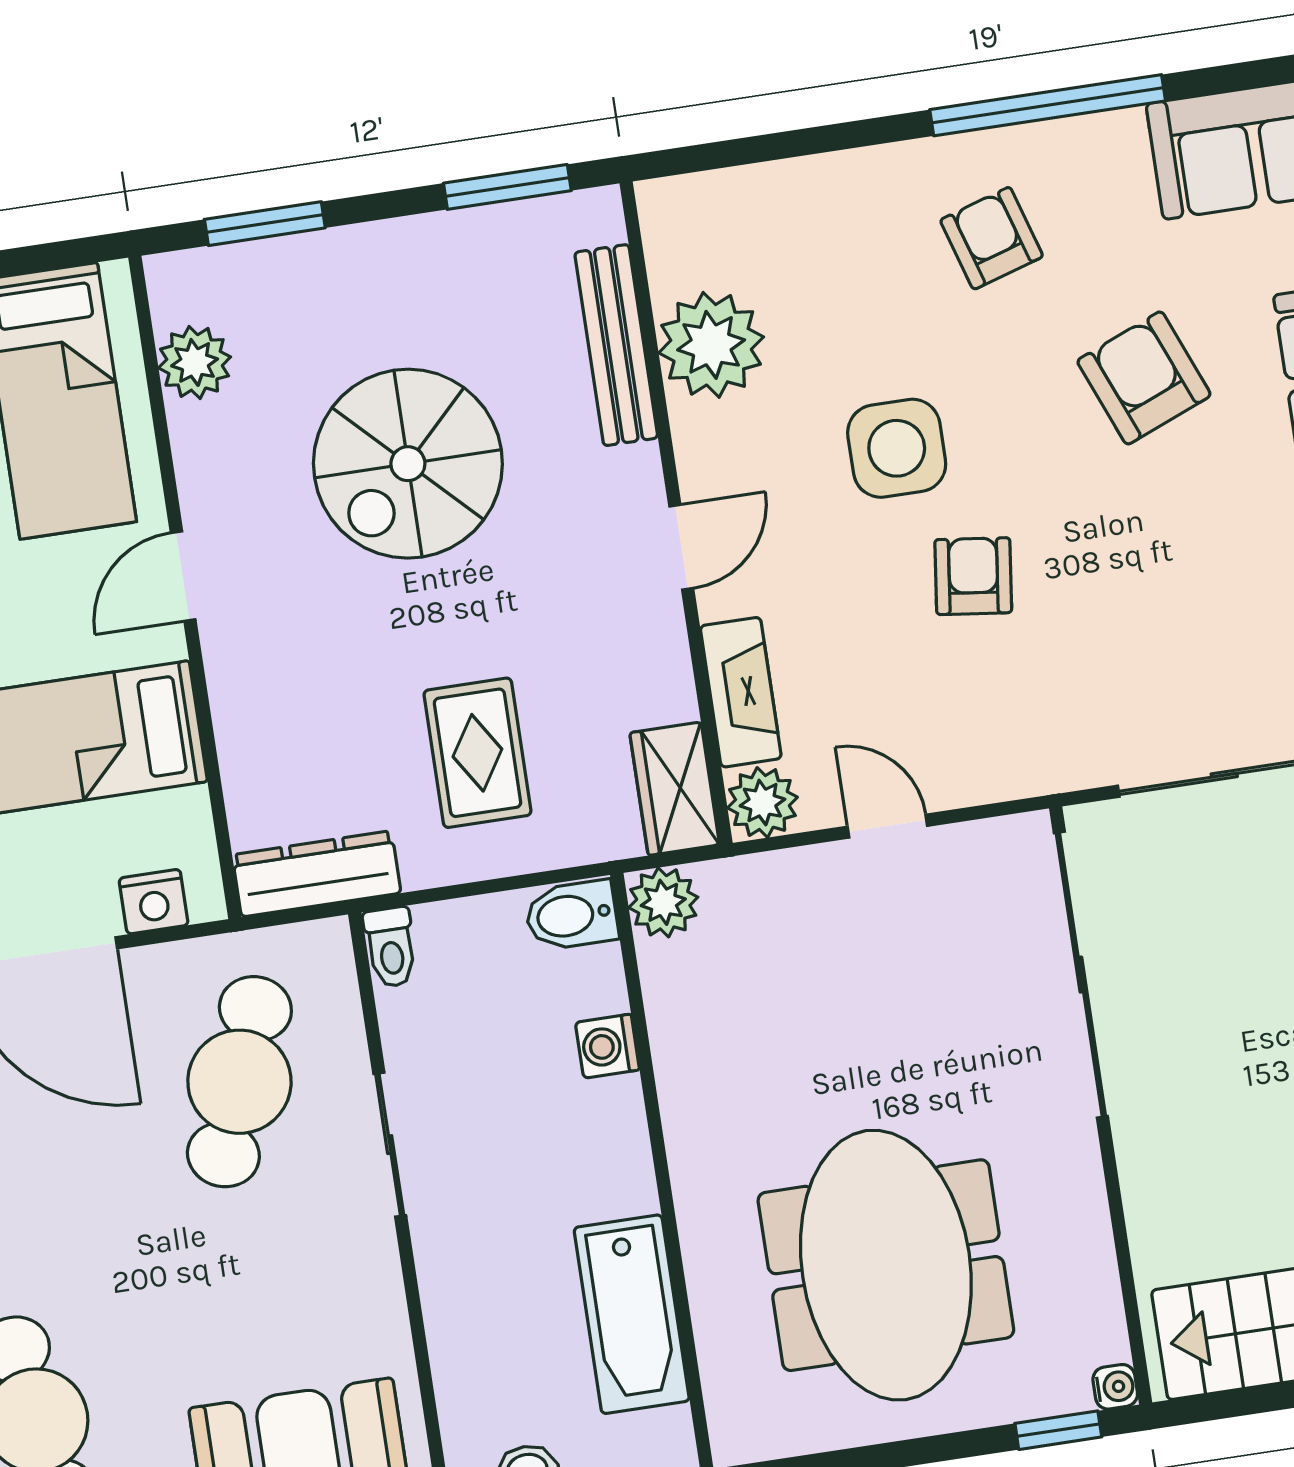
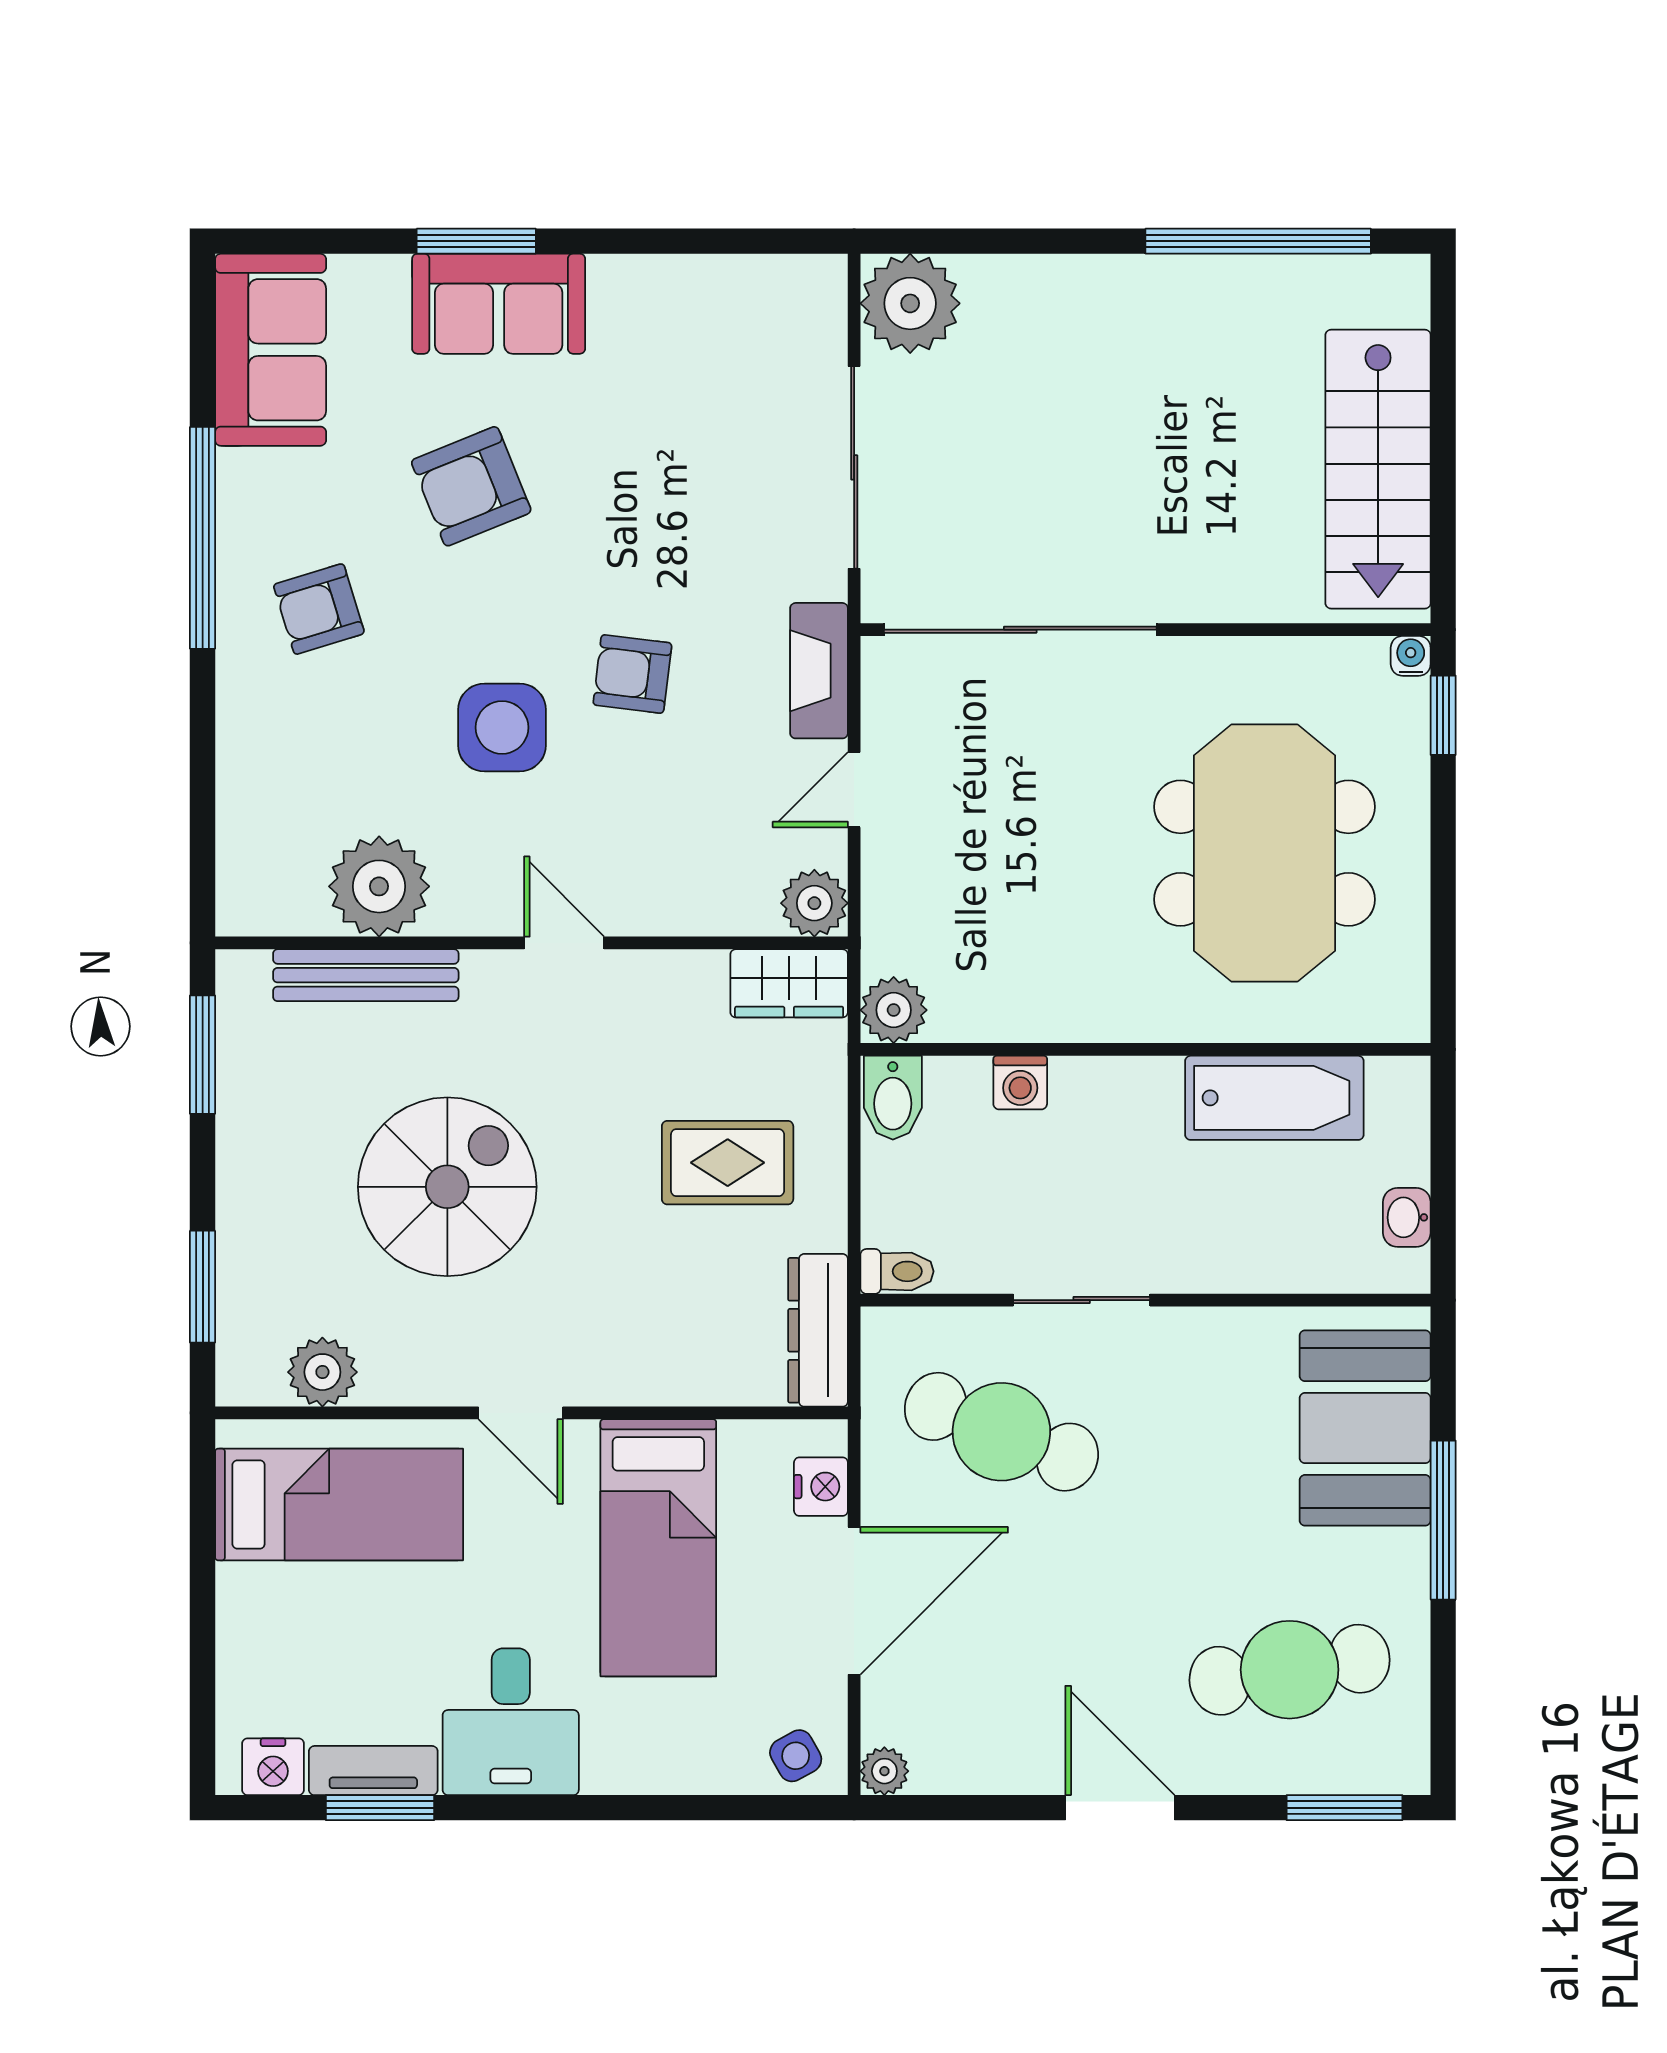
spiral stairs: (408, 464) -> (447, 1187), turned -90
fireplace: (741, 692) -> (819, 671), moved, turned -90
meeting table: (886, 1265) -> (1264, 853), turned 90

